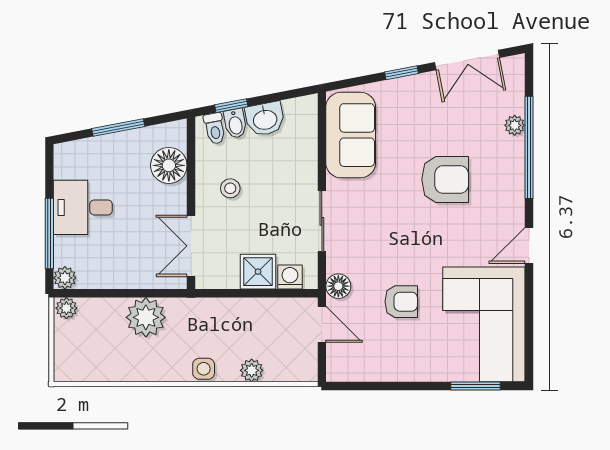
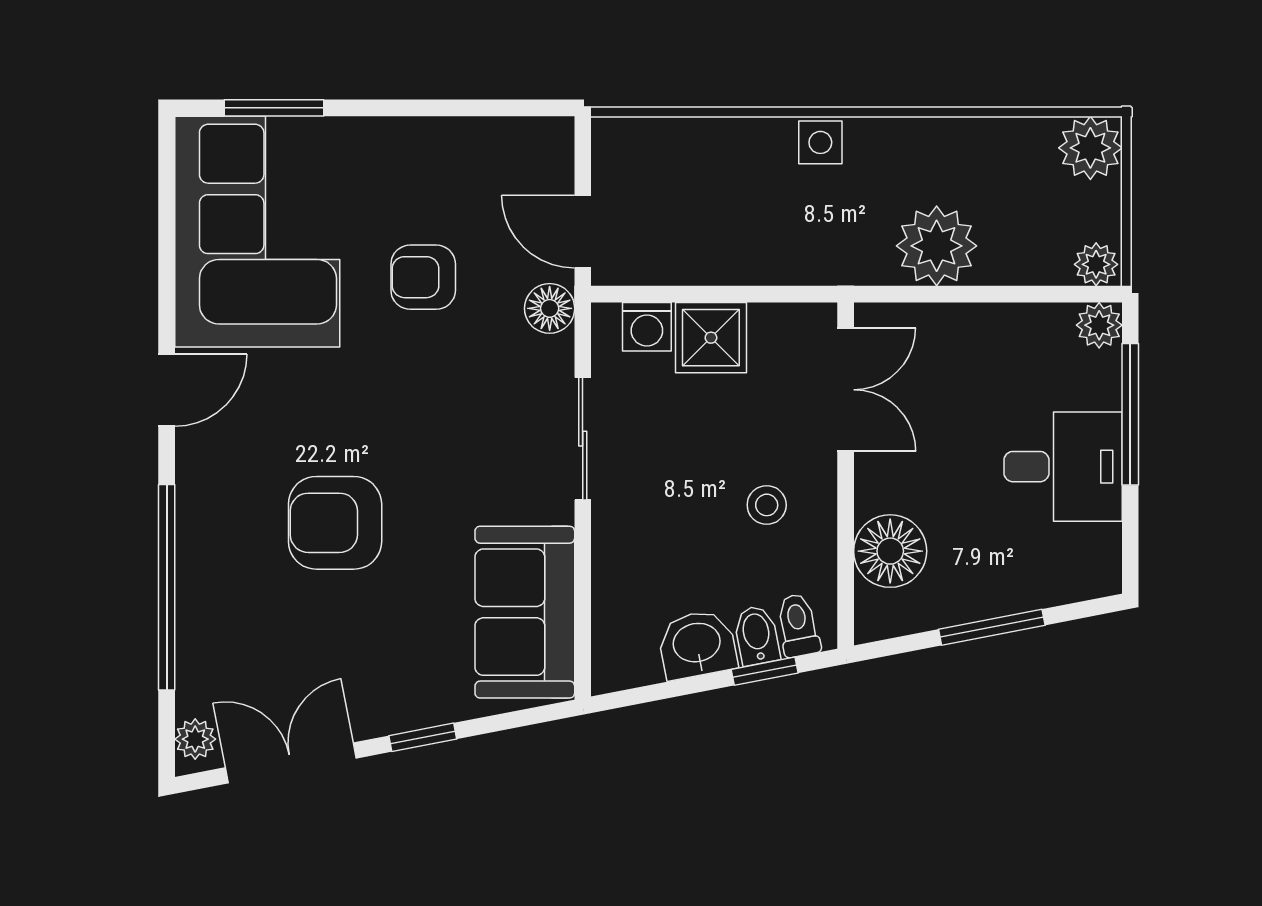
plant: (515, 125) -> (195, 739), moved
plant: (252, 370) -> (1090, 148), moved, width x1.38, depth x1.38

